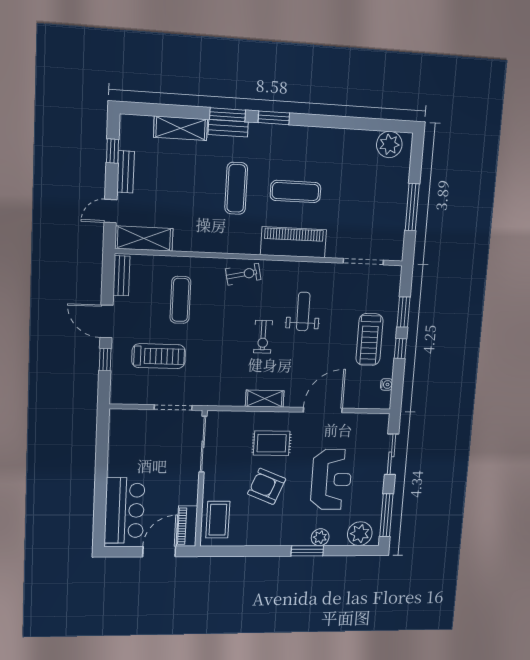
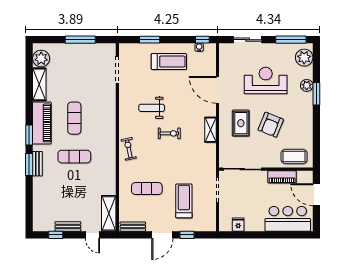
shelving: (181, 128) -> (39, 84), moved
piano: (293, 242) -> (42, 123), moved, turned 180
window: (400, 349) -> (202, 40), moved
fridge: (118, 437) -> (238, 225), added
piano: (187, 526) -> (282, 177), moved

